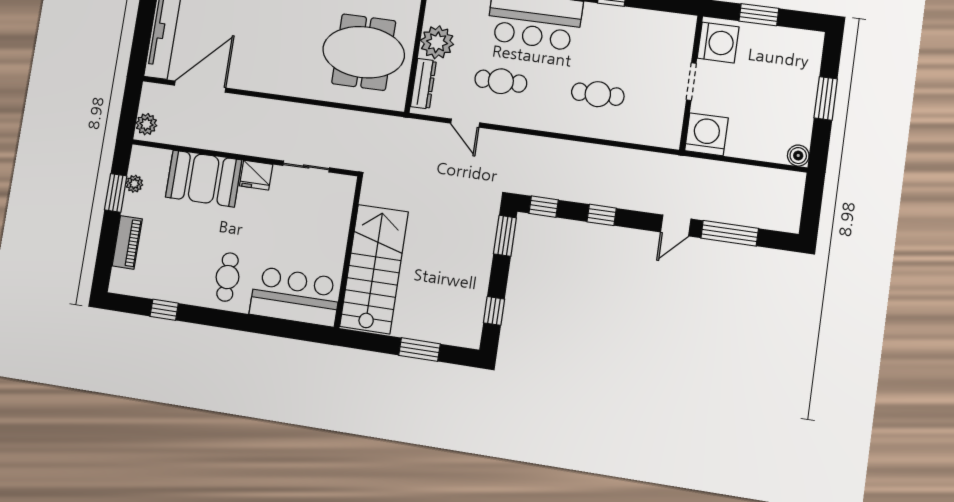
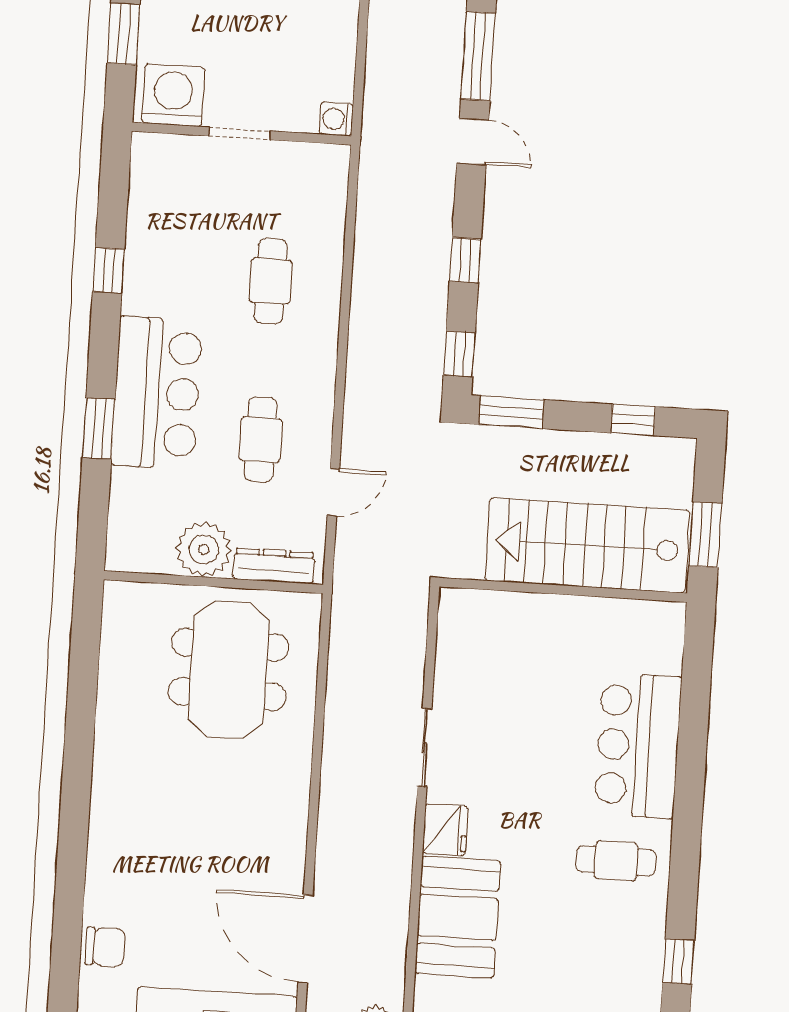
washing machine: (706, 134) -> (336, 119), width x0.53, depth x0.53
wall: (348, 252) -> (563, 590), moved
stairs: (374, 269) -> (587, 545), moved

